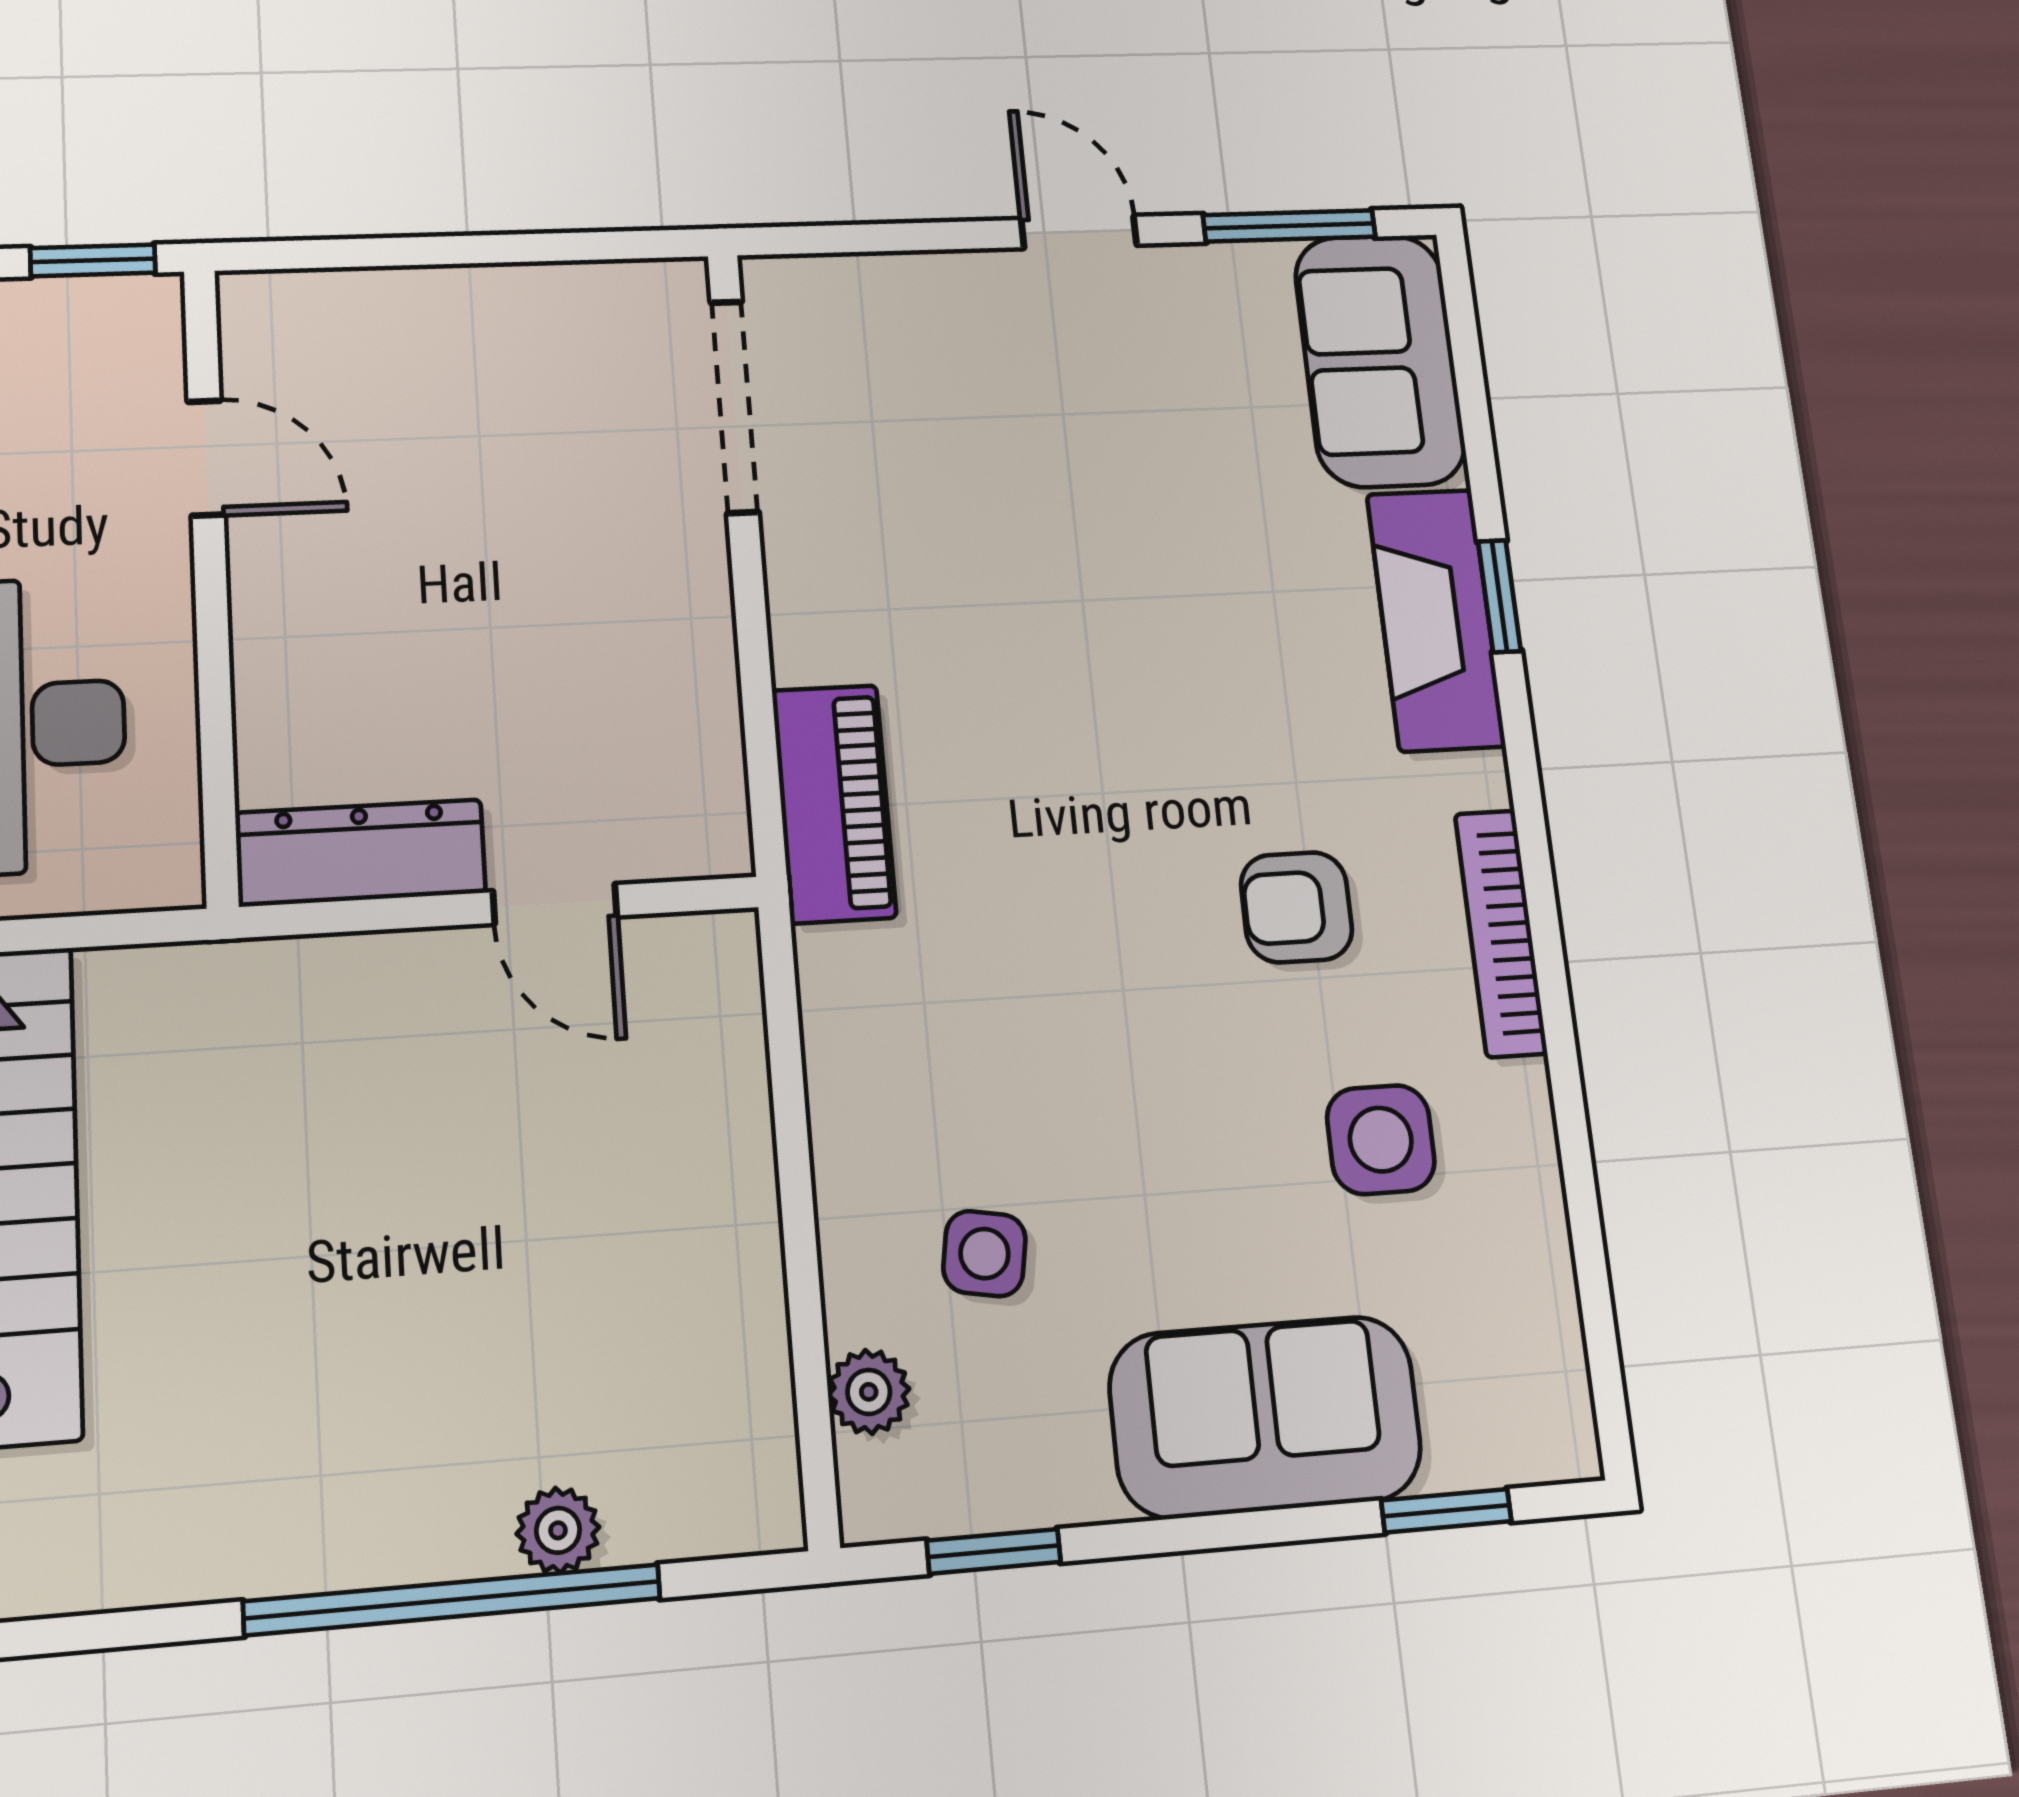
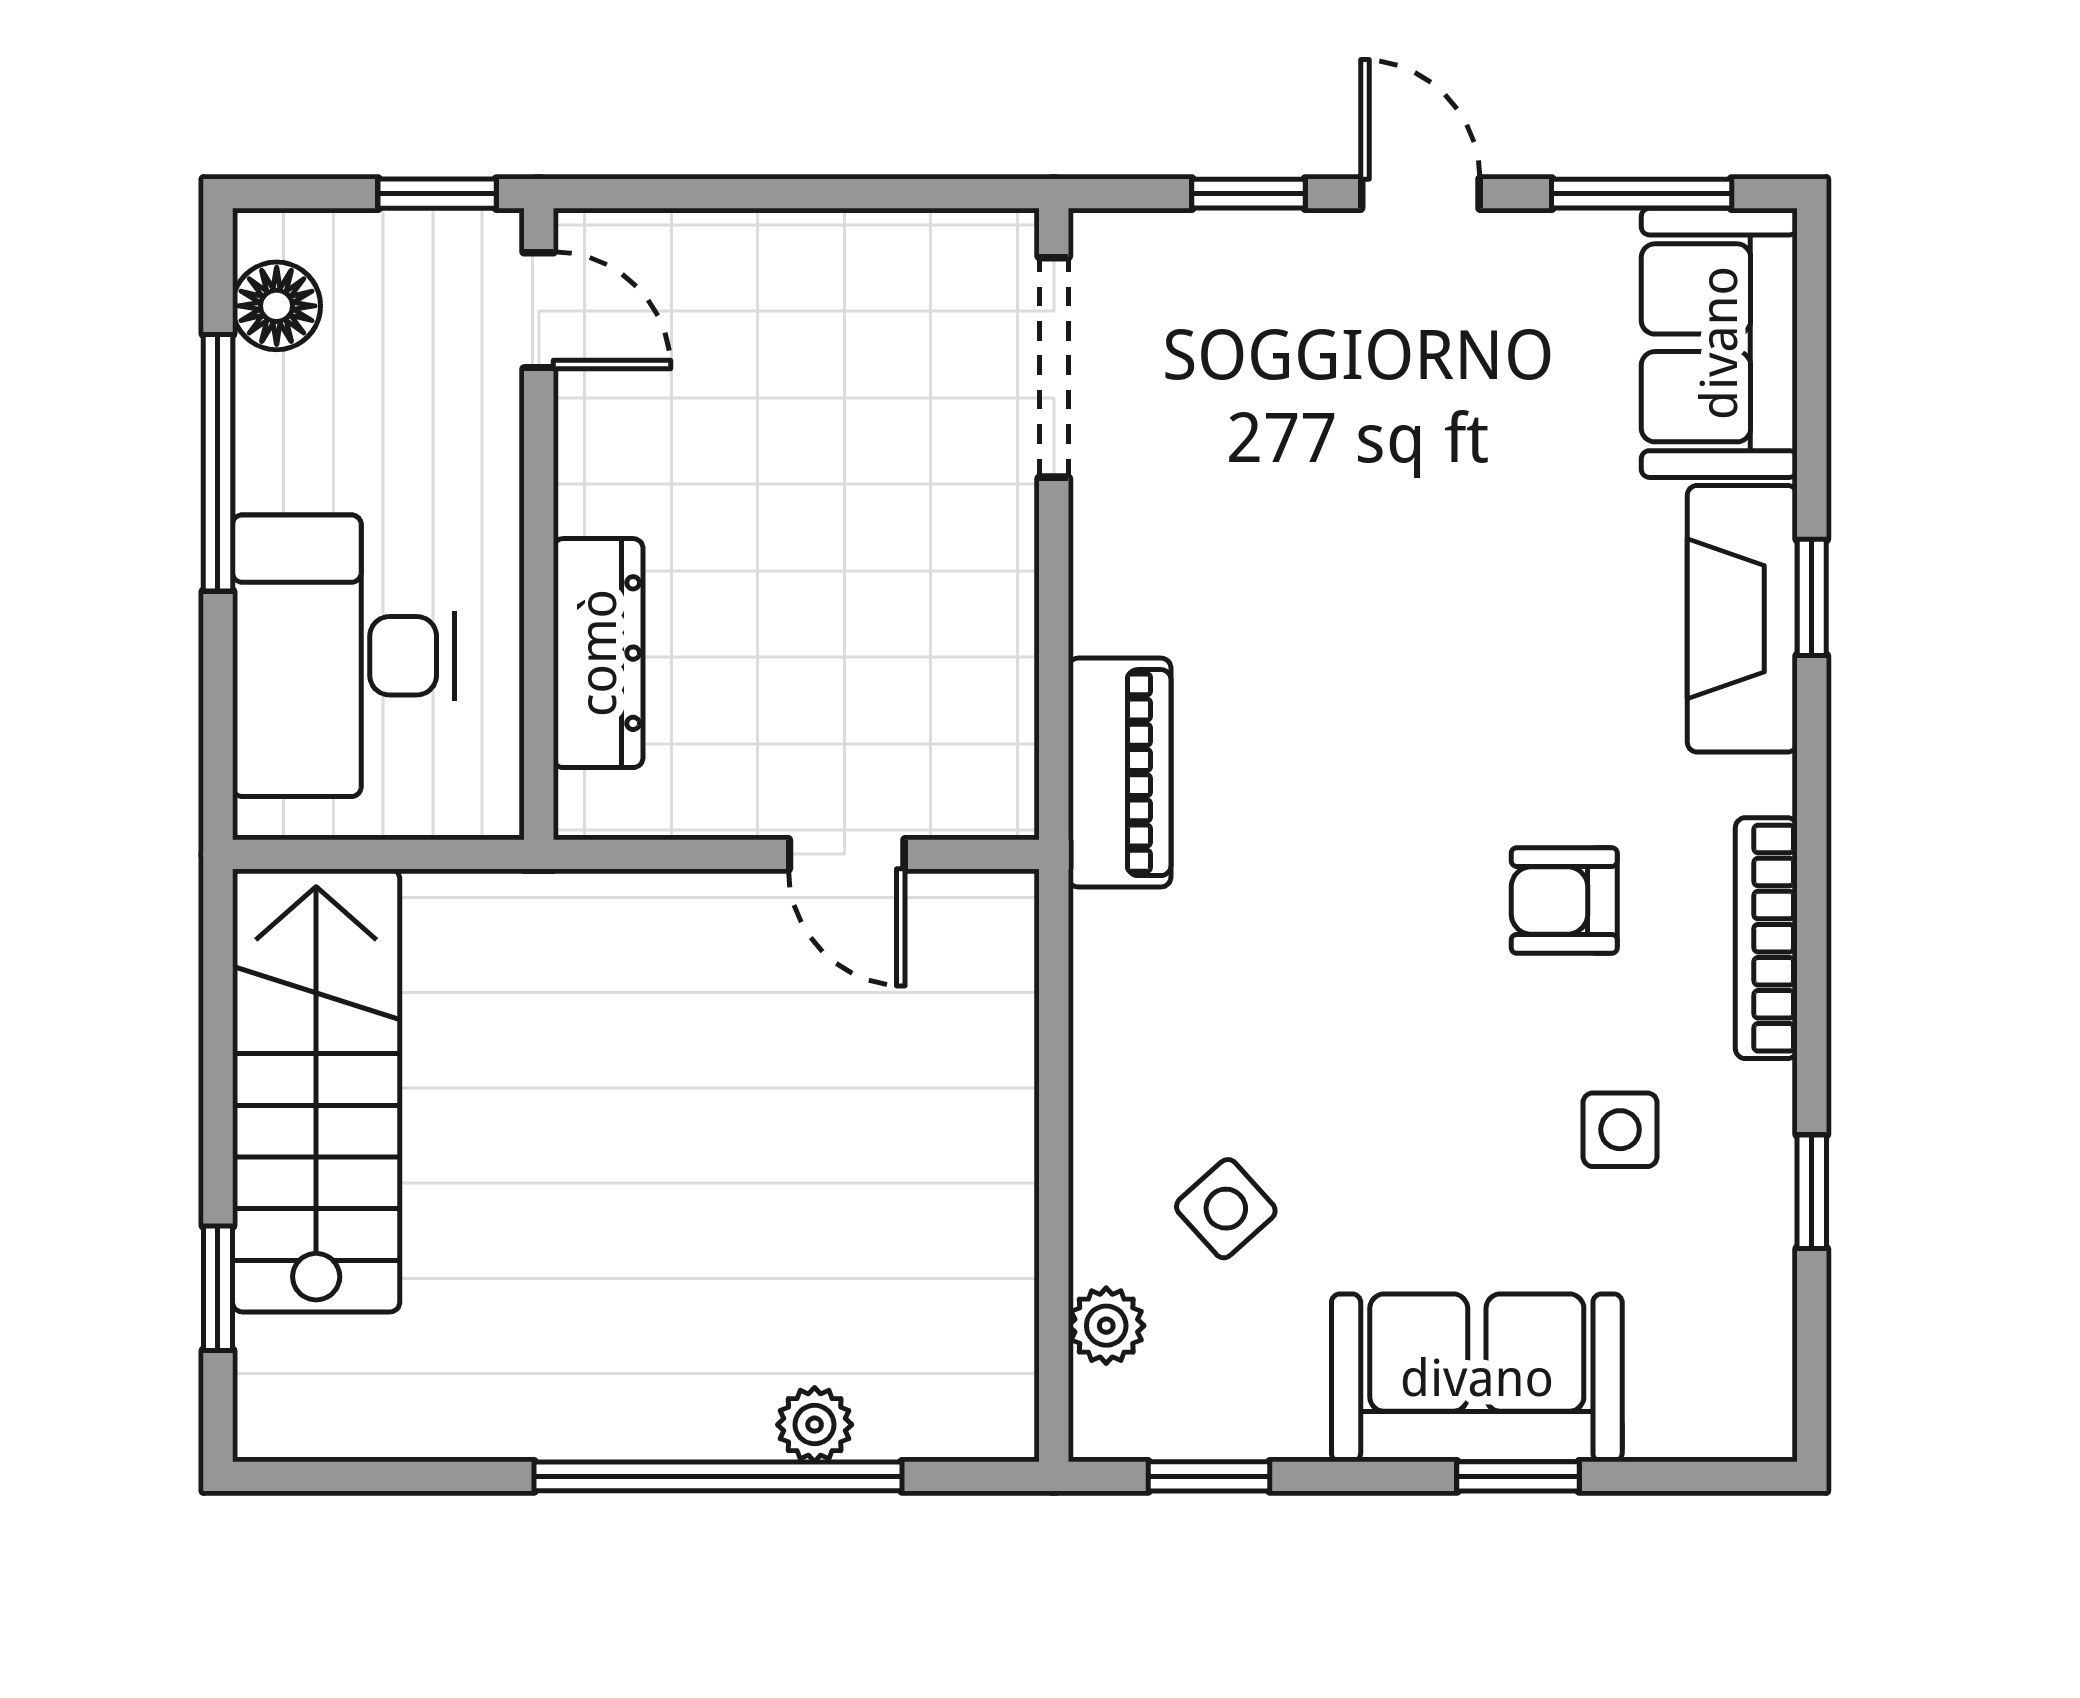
window: (913, 237) -> (1248, 194), added
door: (206, 458) -> (539, 310), moved
dresser: (361, 853) -> (598, 653), moved, turned 90
side table: (1381, 1140) -> (1620, 1130), width x0.73, depth x0.73
window: (1581, 1190) -> (1812, 1192), added
side table: (984, 1254) -> (1226, 1209), turned 38
window: (1446, 1511) -> (1518, 1476), moved

